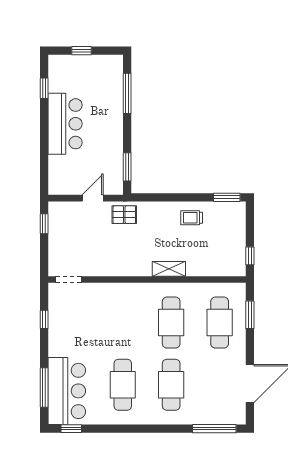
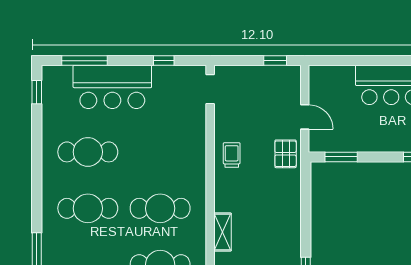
trolley: (192, 218) -> (232, 155), moved
shelving: (169, 269) -> (223, 232), moved
bar counter: (67, 391) -> (112, 87), moved

